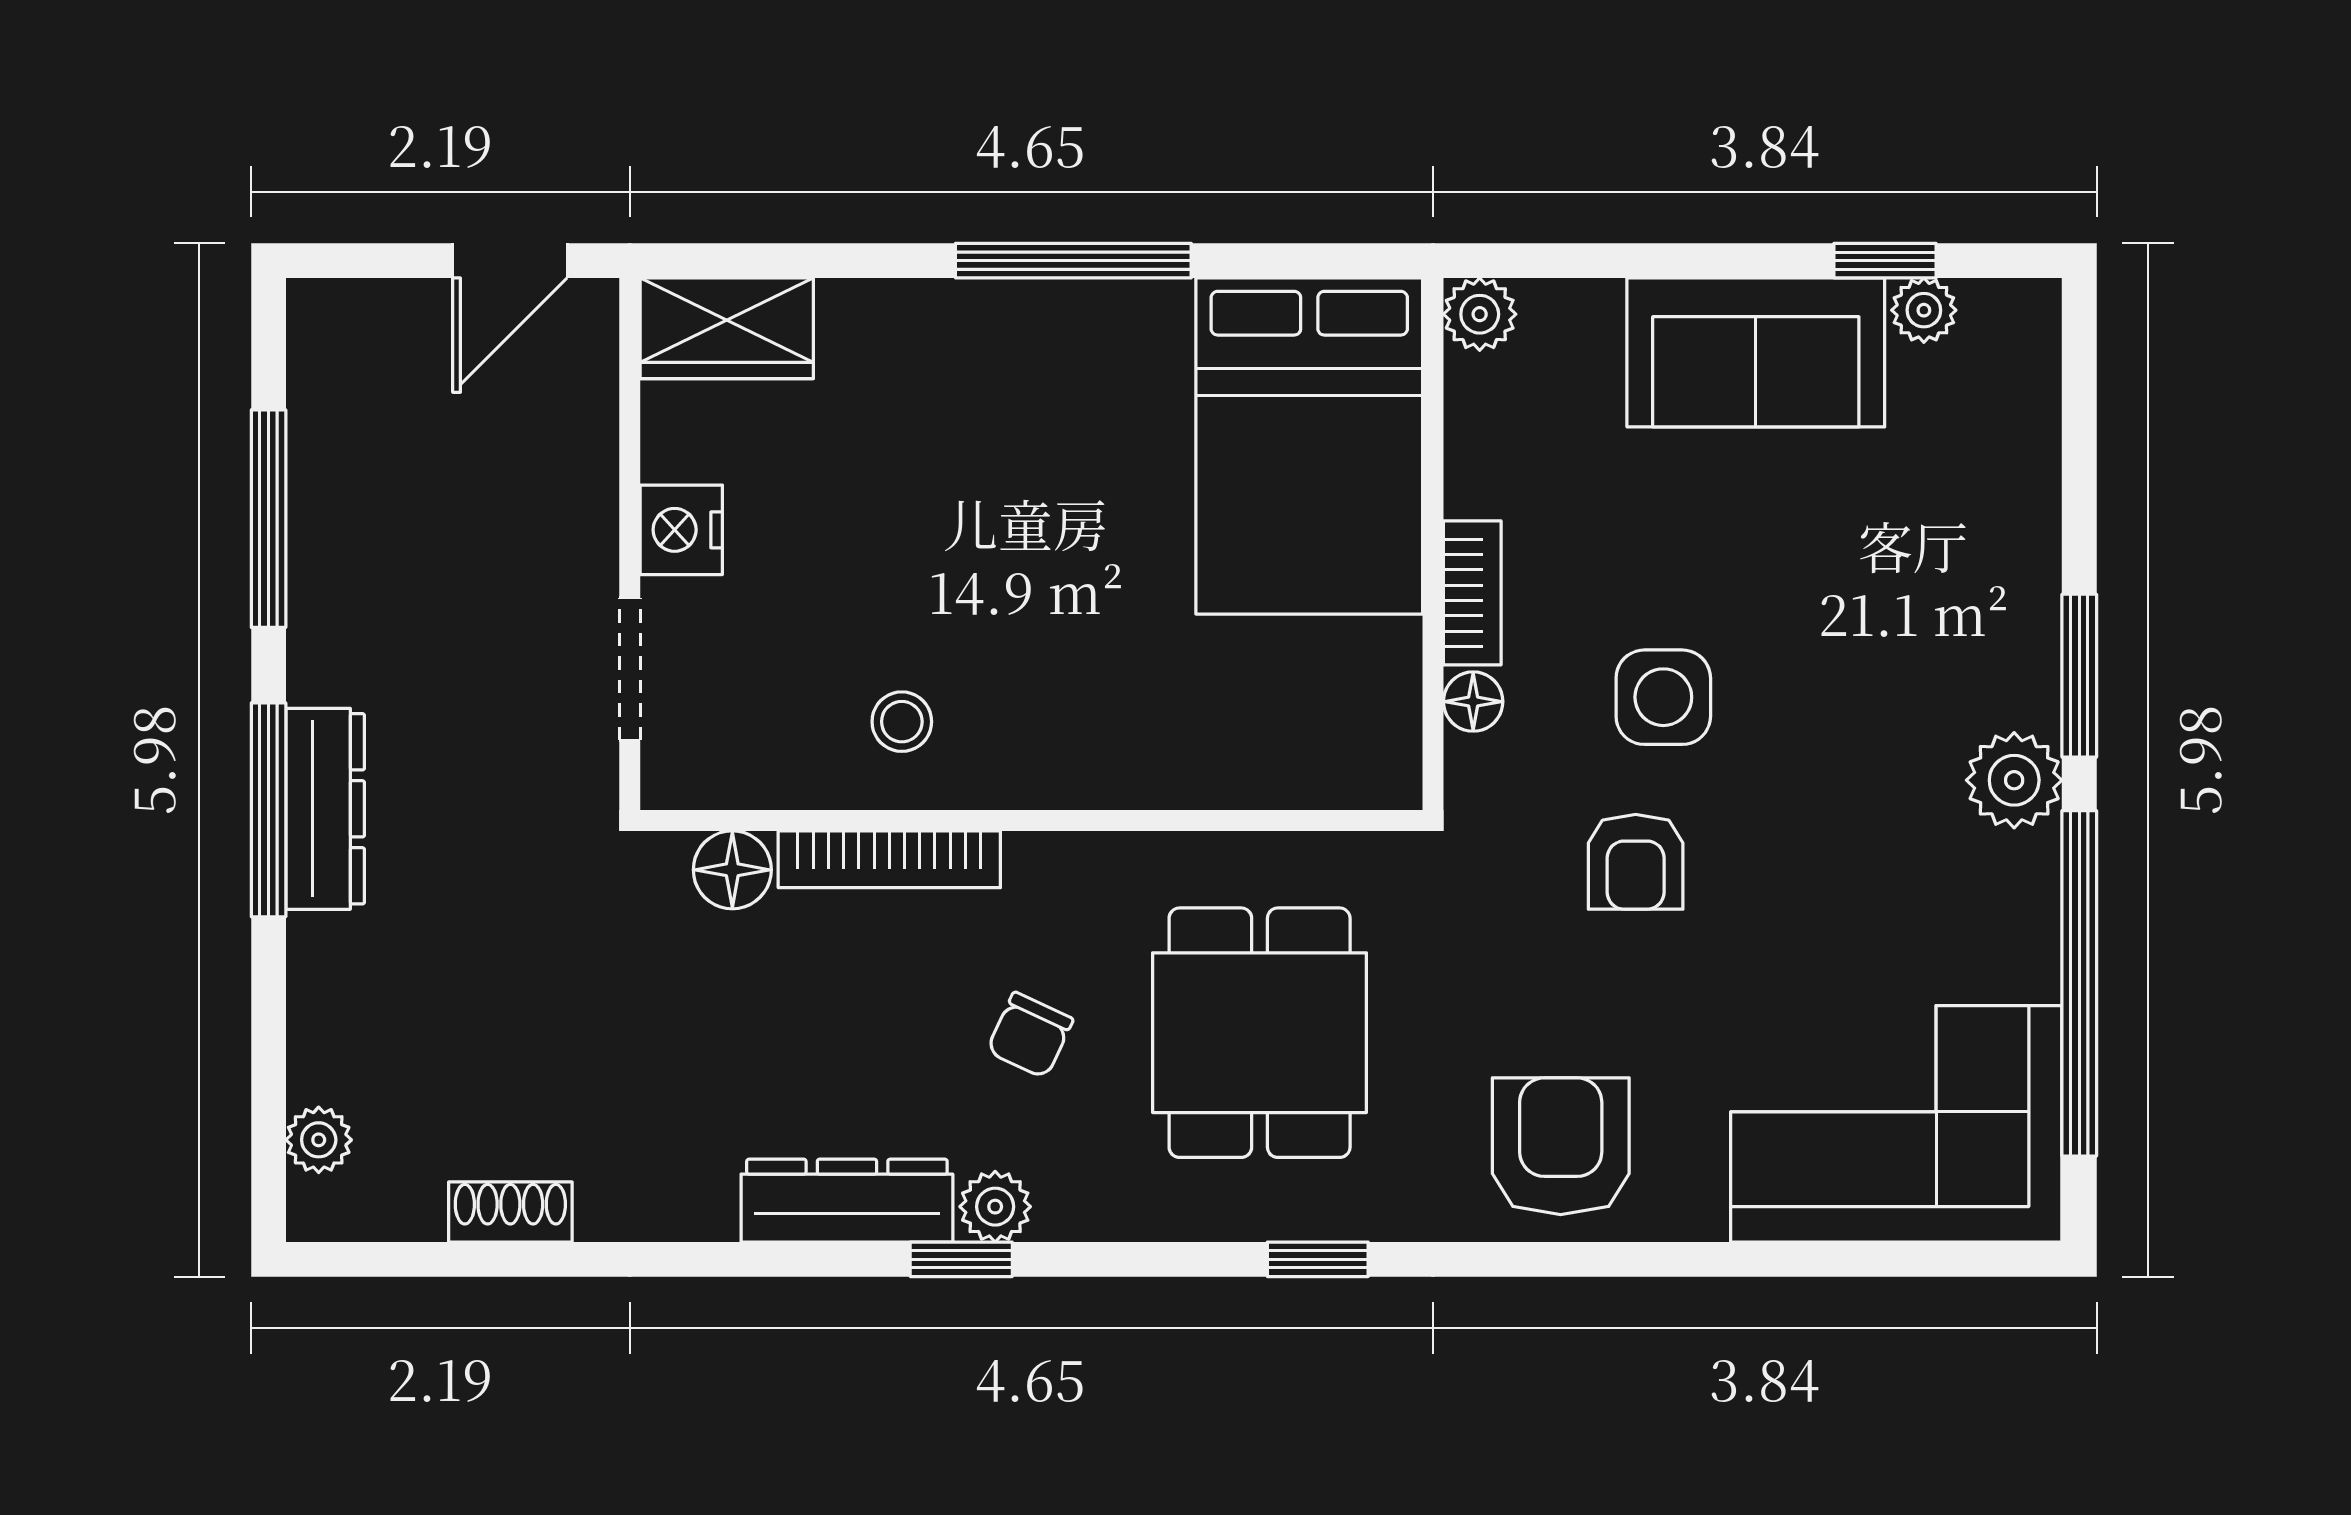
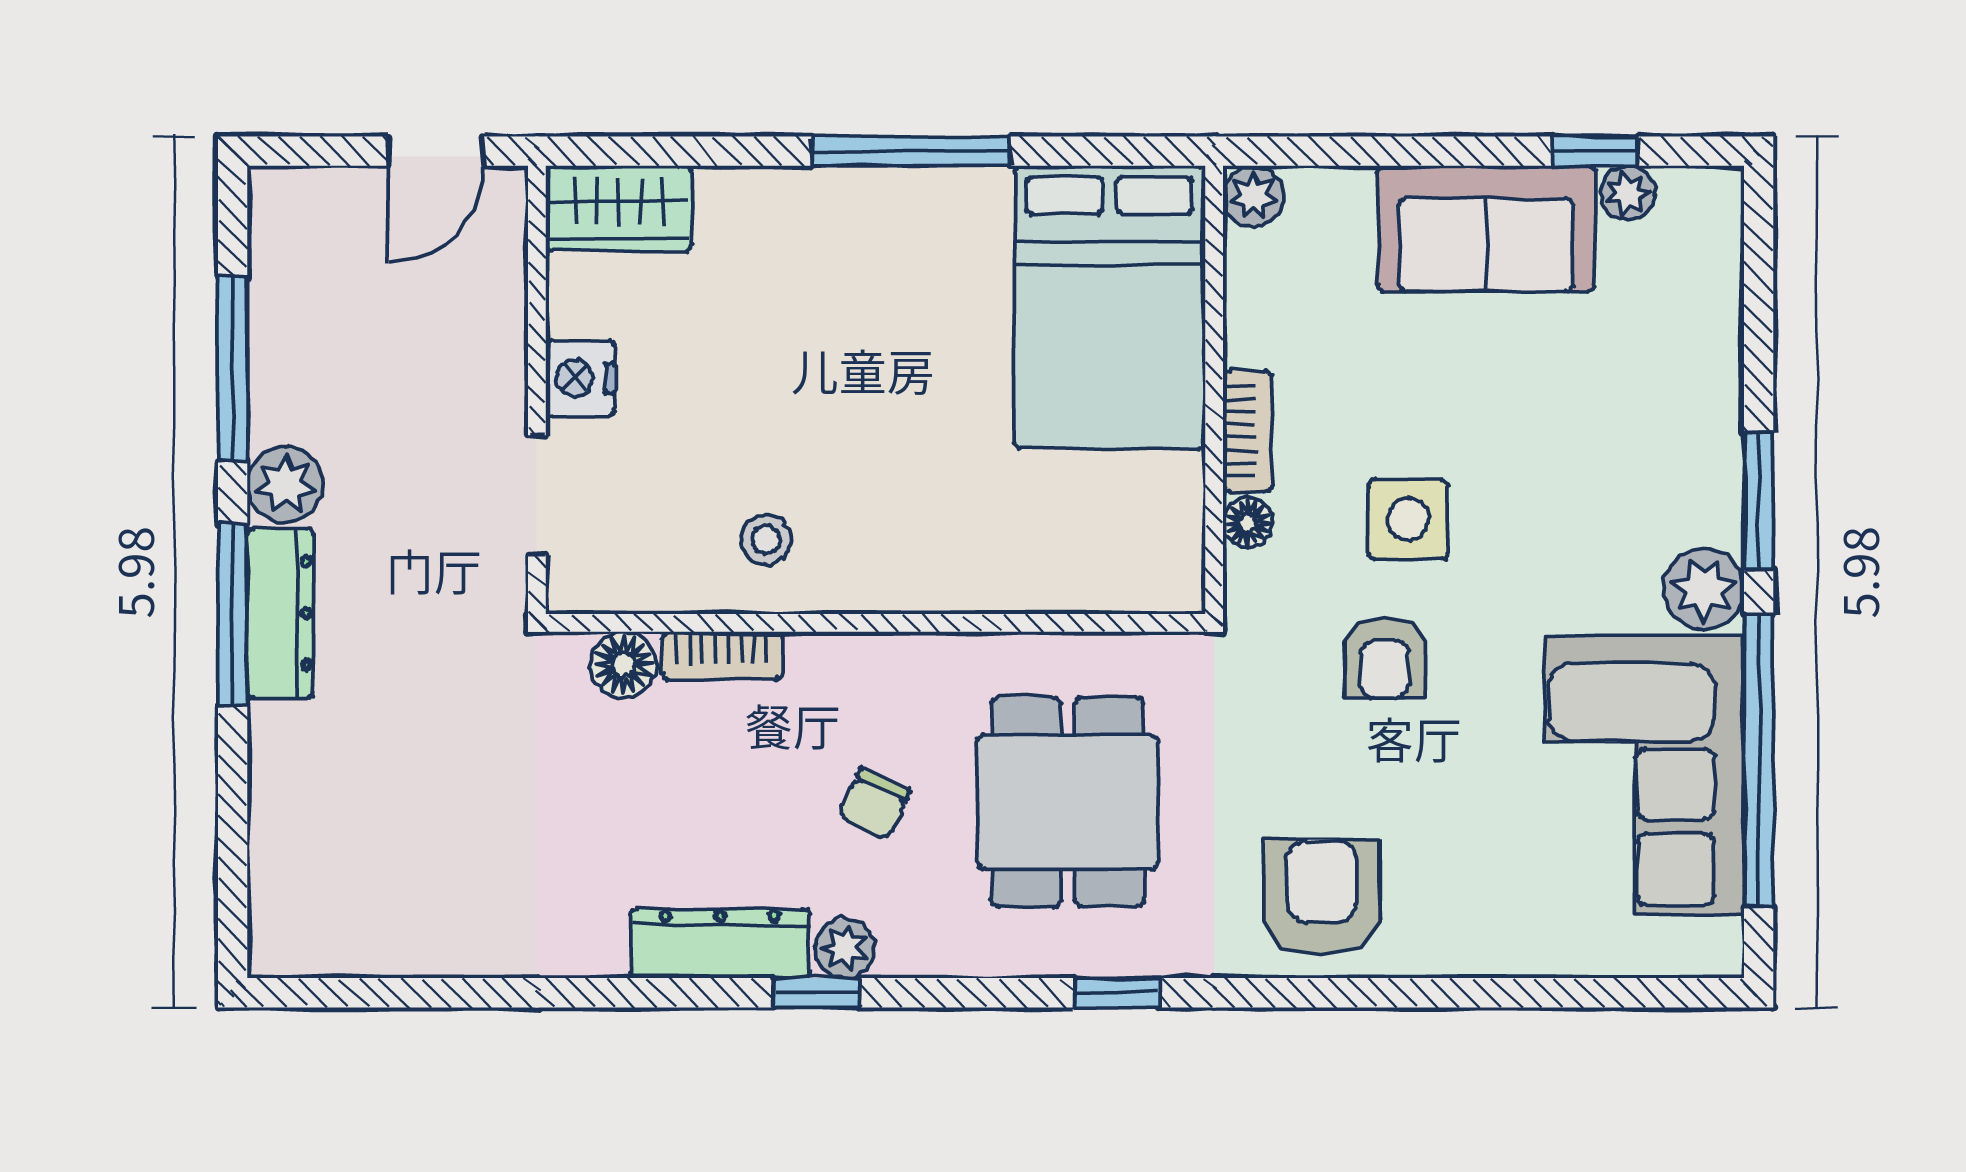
bookcase: (889, 859) -> (722, 656), width x0.64
corner sofa: (1896, 1124) -> (1644, 775), moved, turned -90
plant: (319, 1140) -> (285, 485), moved, width x1.38, depth x1.38
shoe rack: (510, 1212) -> (436, 953), removed

